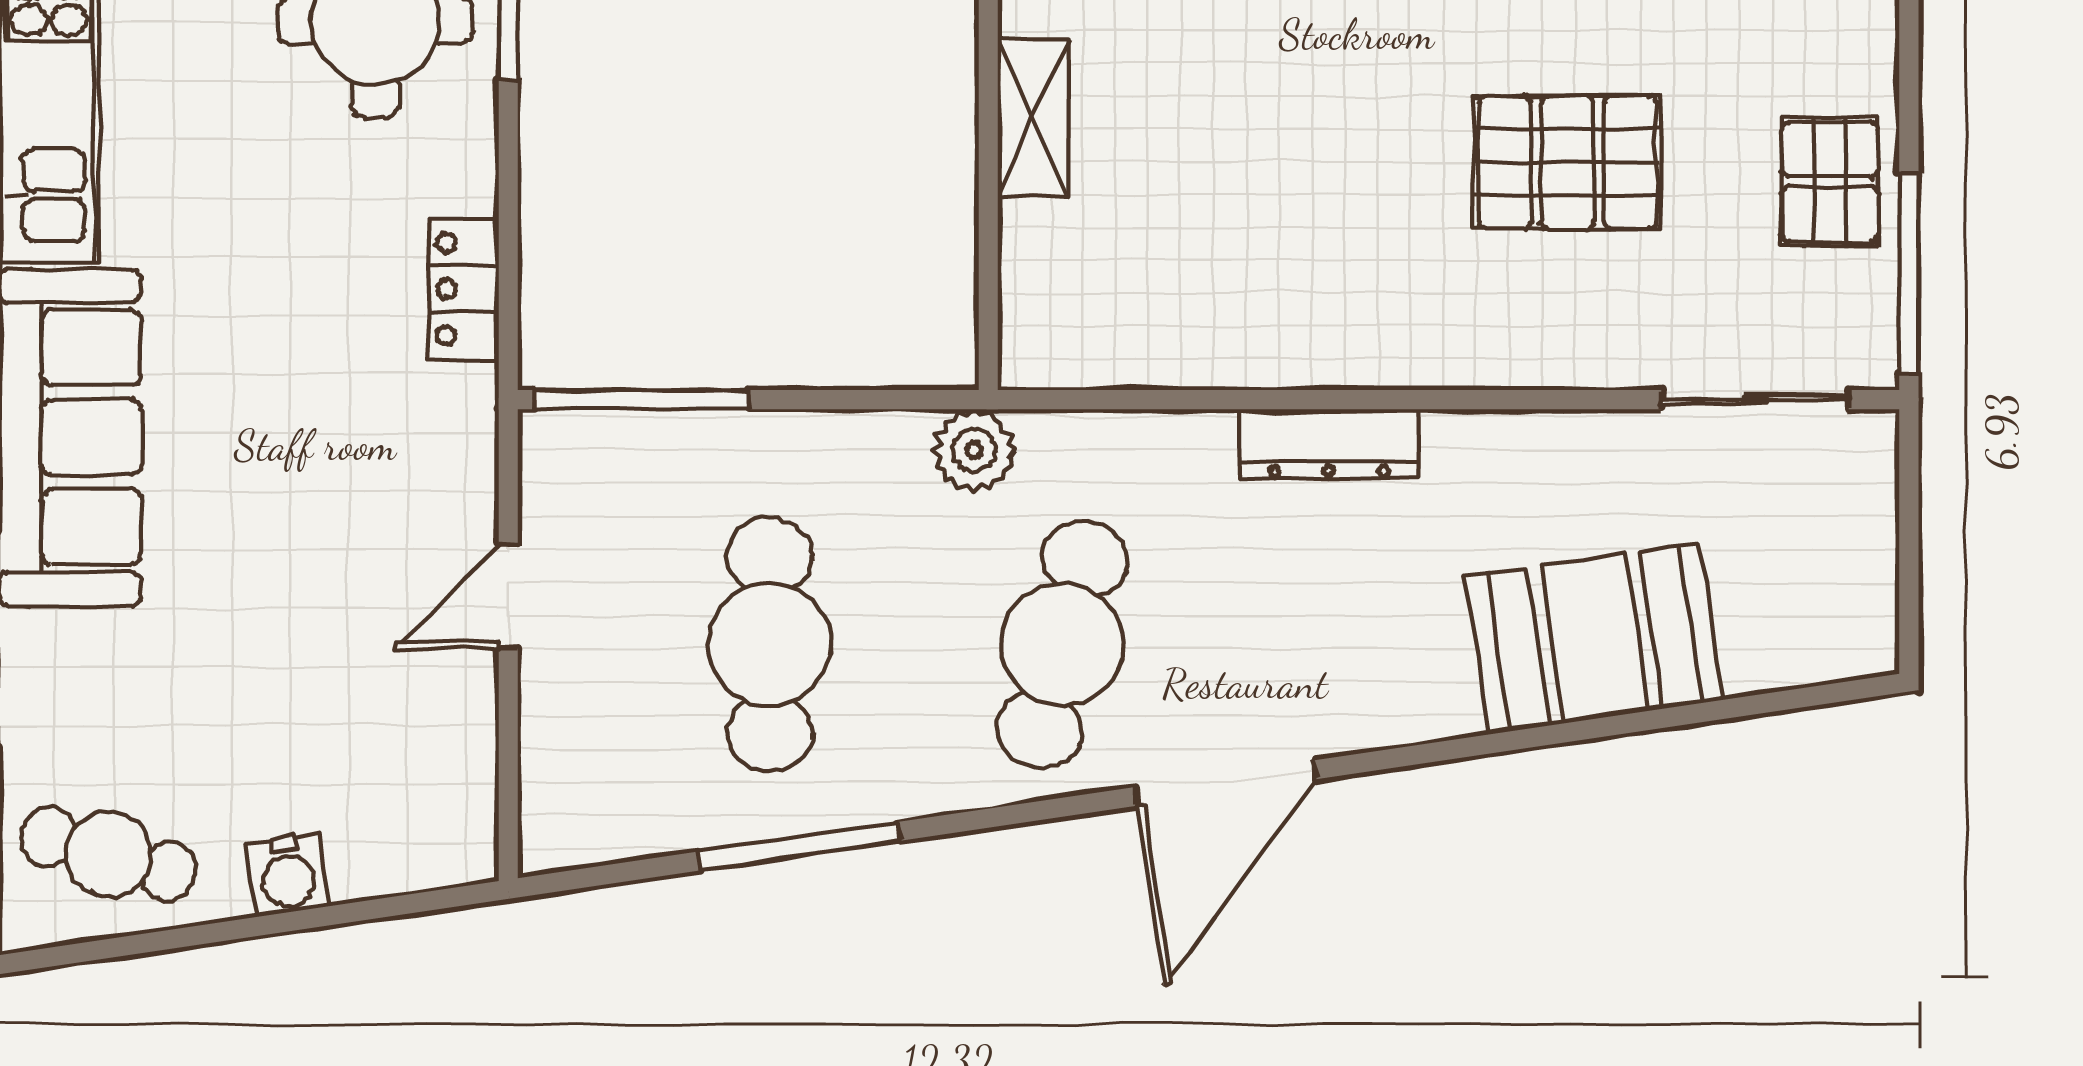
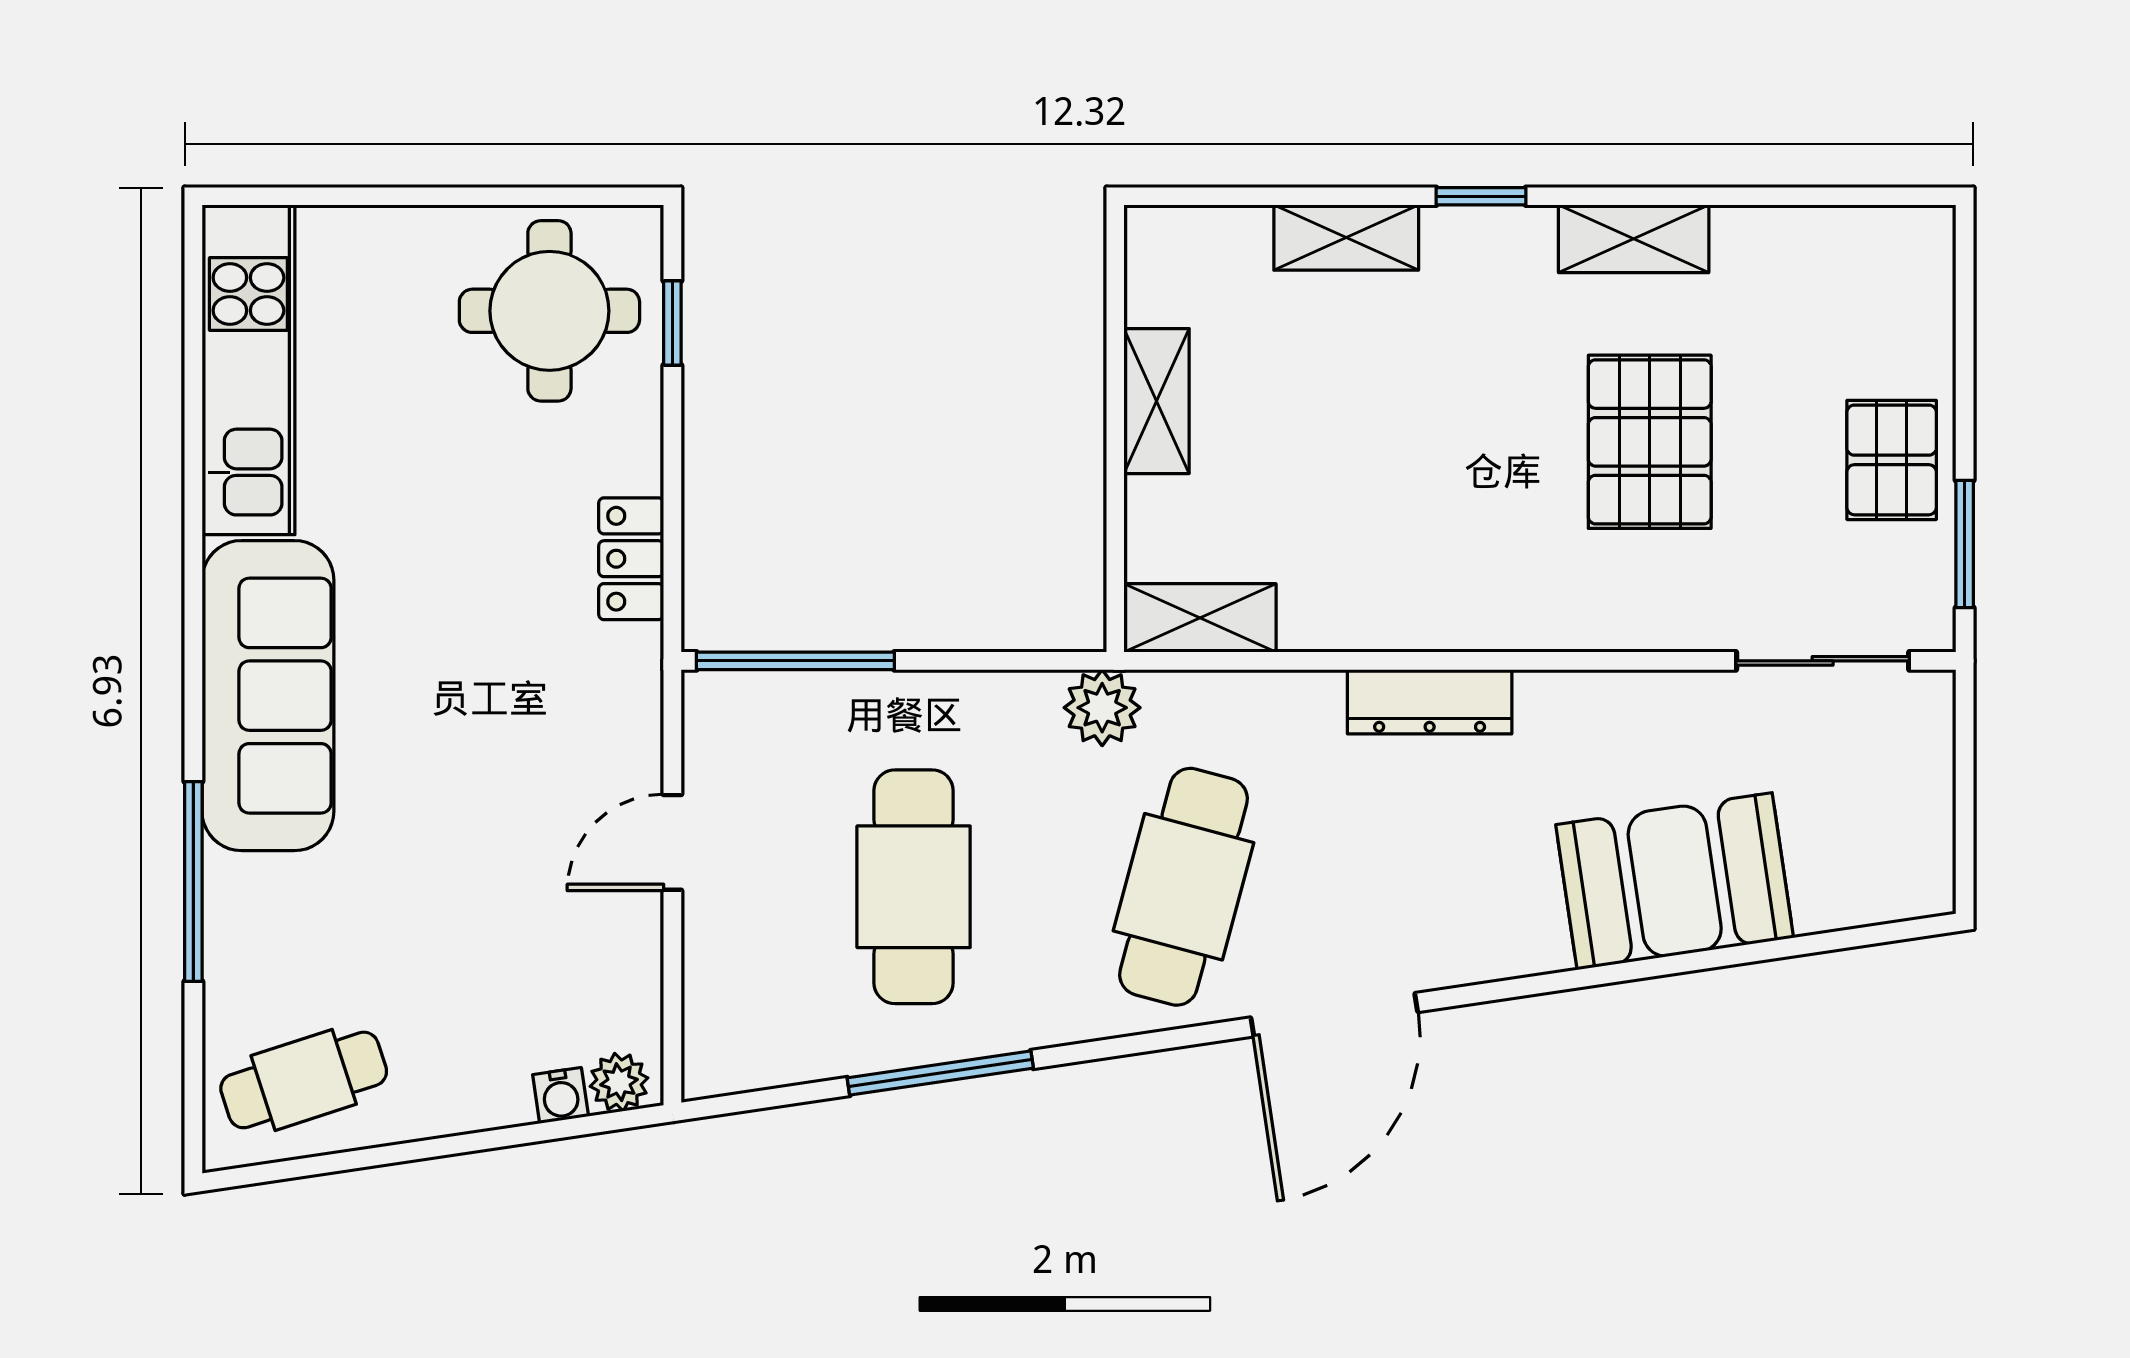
pallet: (1568, 162) -> (1650, 442), turned 90
window: (1909, 273) -> (1965, 544), width x0.69
shelving: (1080, 353) -> (1200, 618), added
cafe table: (109, 854) -> (304, 1080), turned -34
plant: (450, 856) -> (619, 1082), added
water cooler: (288, 875) -> (561, 1095), moved, width x0.72, depth x0.72

